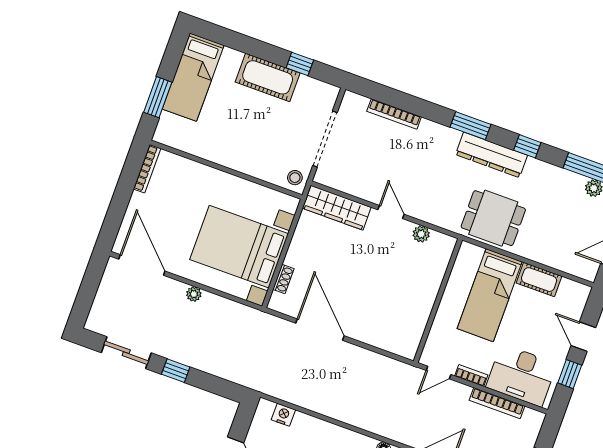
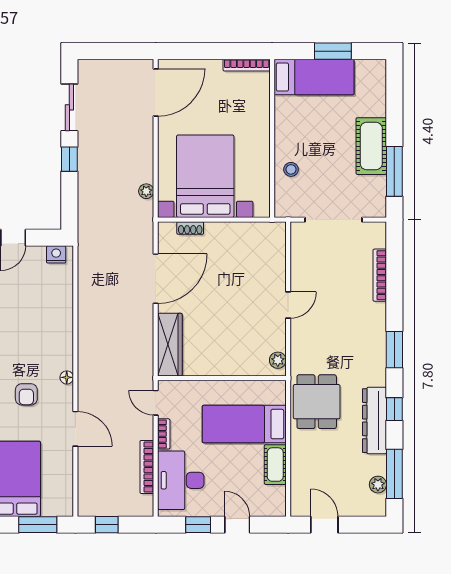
window: (300, 64) -> (394, 171), width x2.17
bed: (193, 77) -> (314, 77), moved, turned 180
window: (158, 97) -> (333, 51), moved
dresser: (492, 155) -> (375, 421), moved
stool: (295, 178) -> (291, 169), moved
wardrobe: (337, 208) -> (170, 345), moved, turned 180
plant: (421, 234) -> (278, 360), moved
plant: (194, 294) -> (146, 191), moved
door: (583, 337) -> (237, 525), hinge flipped
nightstand: (283, 415) -> (56, 254), moved, turned -90

